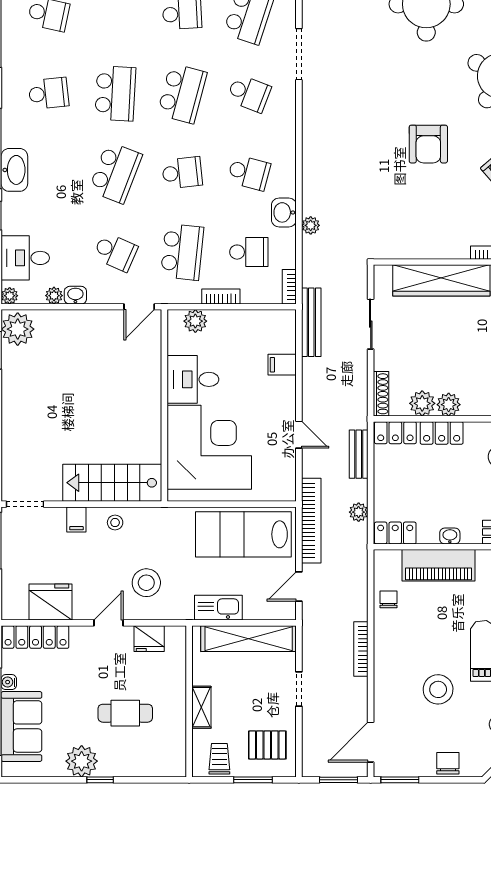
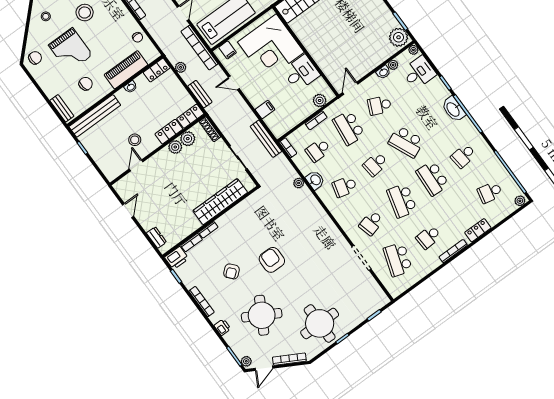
school desk: (249, 93) -> (371, 223), turned -36
school desk: (115, 173) -> (406, 142), turned -45
filing cabinet: (274, 488) -> (228, 50), added

